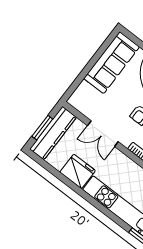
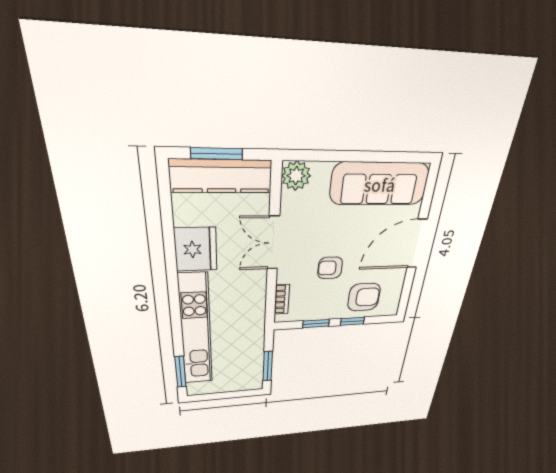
plant: (78, 100) -> (296, 176), added

